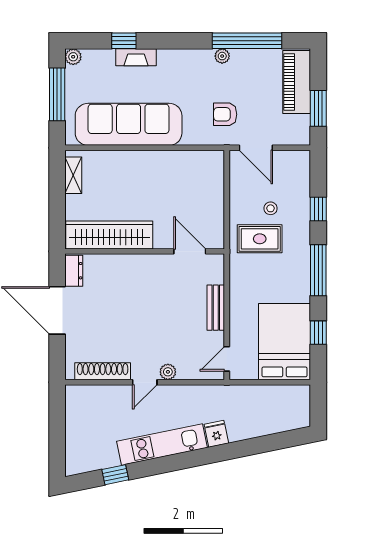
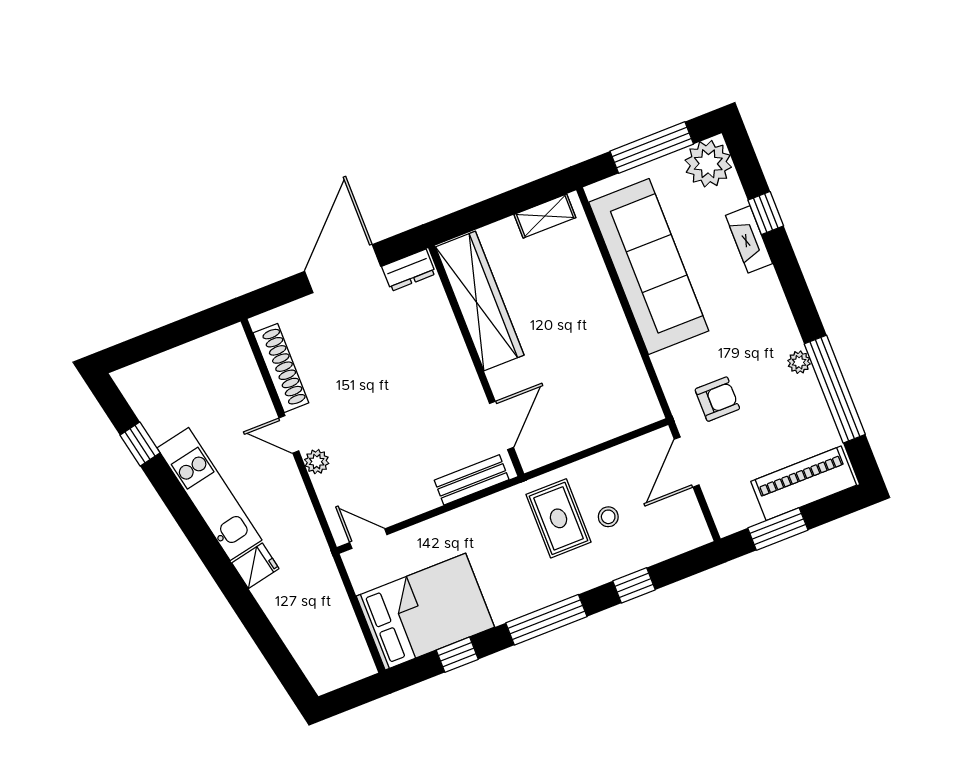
plant: (73, 57) -> (708, 164), width x1.87, depth x1.87
armchair: (225, 114) -> (717, 399), turned 90
bench: (216, 308) -> (472, 480), moved

